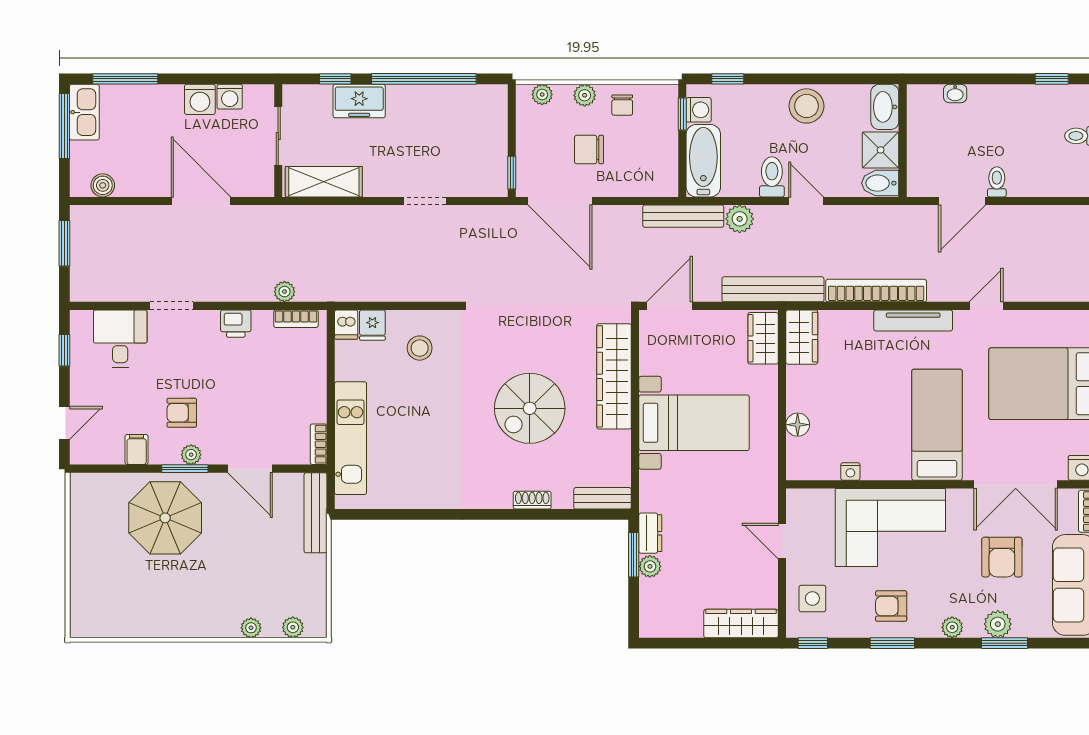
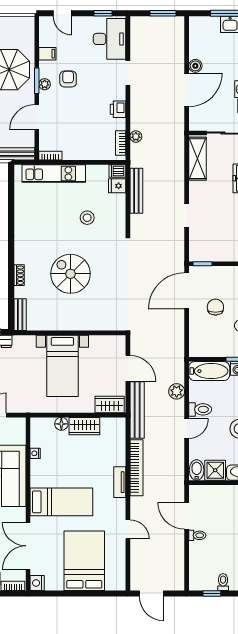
boiler: (103, 185) -> (195, 66), moved
bench: (683, 216) -> (136, 191), moved
door: (669, 306) -> (128, 368), moved
tv unit: (913, 320) -> (120, 482), width x0.71
wardrobe: (802, 337) -> (84, 426), moved
desk: (120, 339) -> (110, 39), width x1.37
stool: (420, 348) -> (87, 218), moved
wardrobe: (614, 376) -> (88, 321), removed

